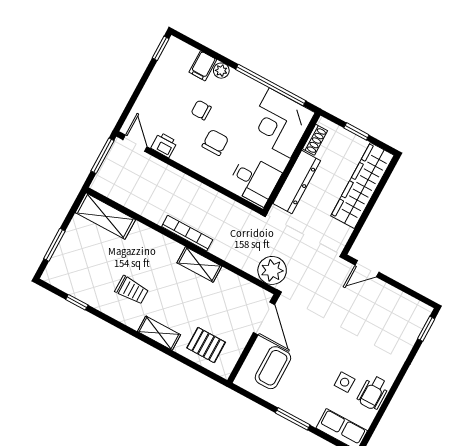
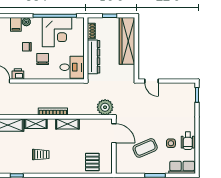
corner desk: (280, 123) -> (57, 32), moved, turned -90
door: (367, 269) -> (152, 81), hinge flipped
shelving: (159, 333) -> (36, 124), moved
pallet: (206, 345) -> (92, 162), turned 90
coffee table: (273, 368) -> (145, 148), moved, turned 67

